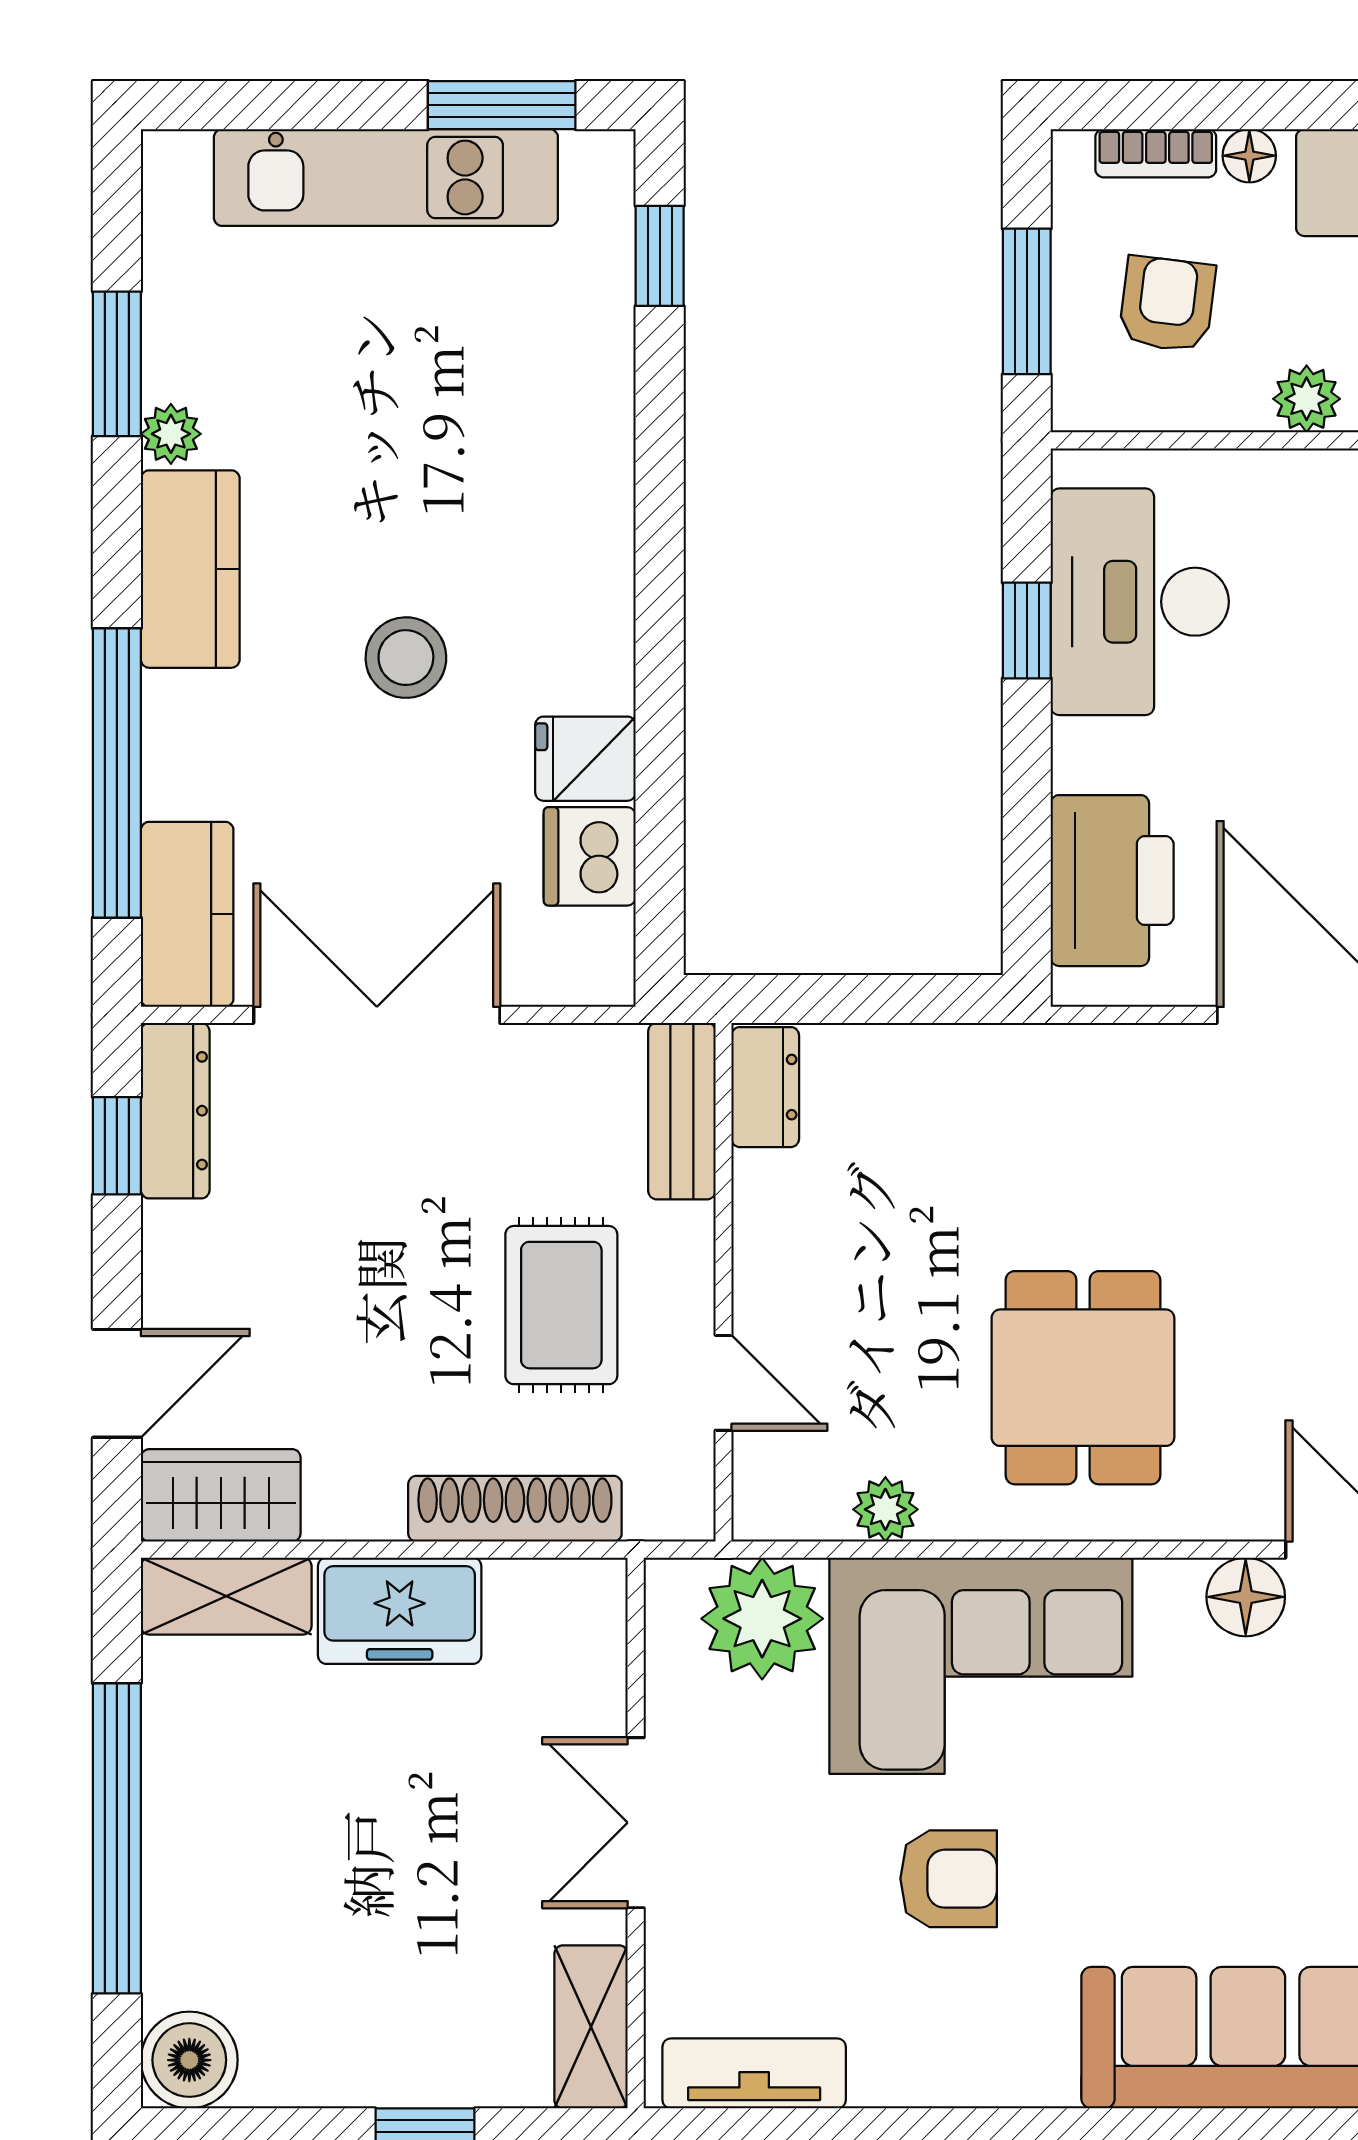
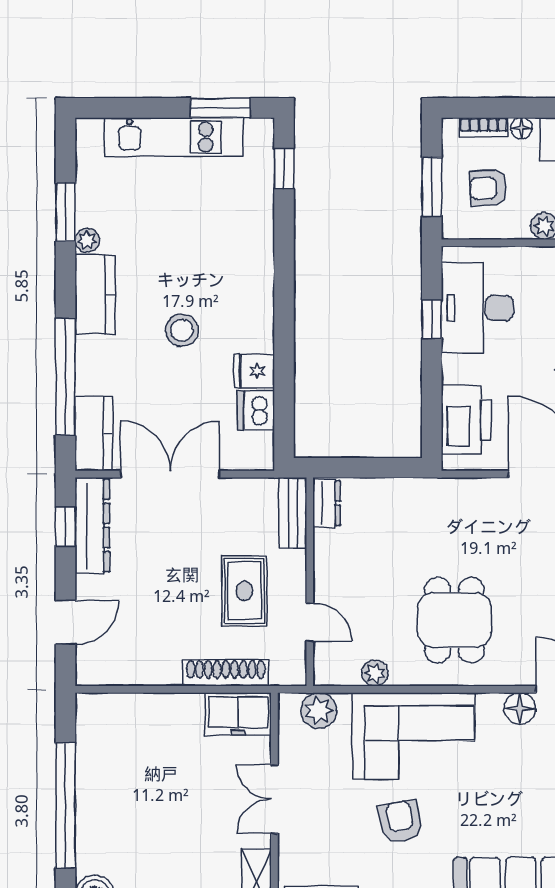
armchair: (1167, 304) -> (488, 188), turned -100
dresser: (175, 1111) -> (92, 526), width x1.37, depth x1.24
wardrobe: (221, 1495) -> (107, 667), removed
shelving: (226, 1596) -> (110, 708), removed
freezer: (400, 1611) -> (238, 714), moved
plant: (762, 1619) -> (319, 711), width x0.73, depth x0.73
armchair: (949, 1879) -> (400, 822), turned -101

